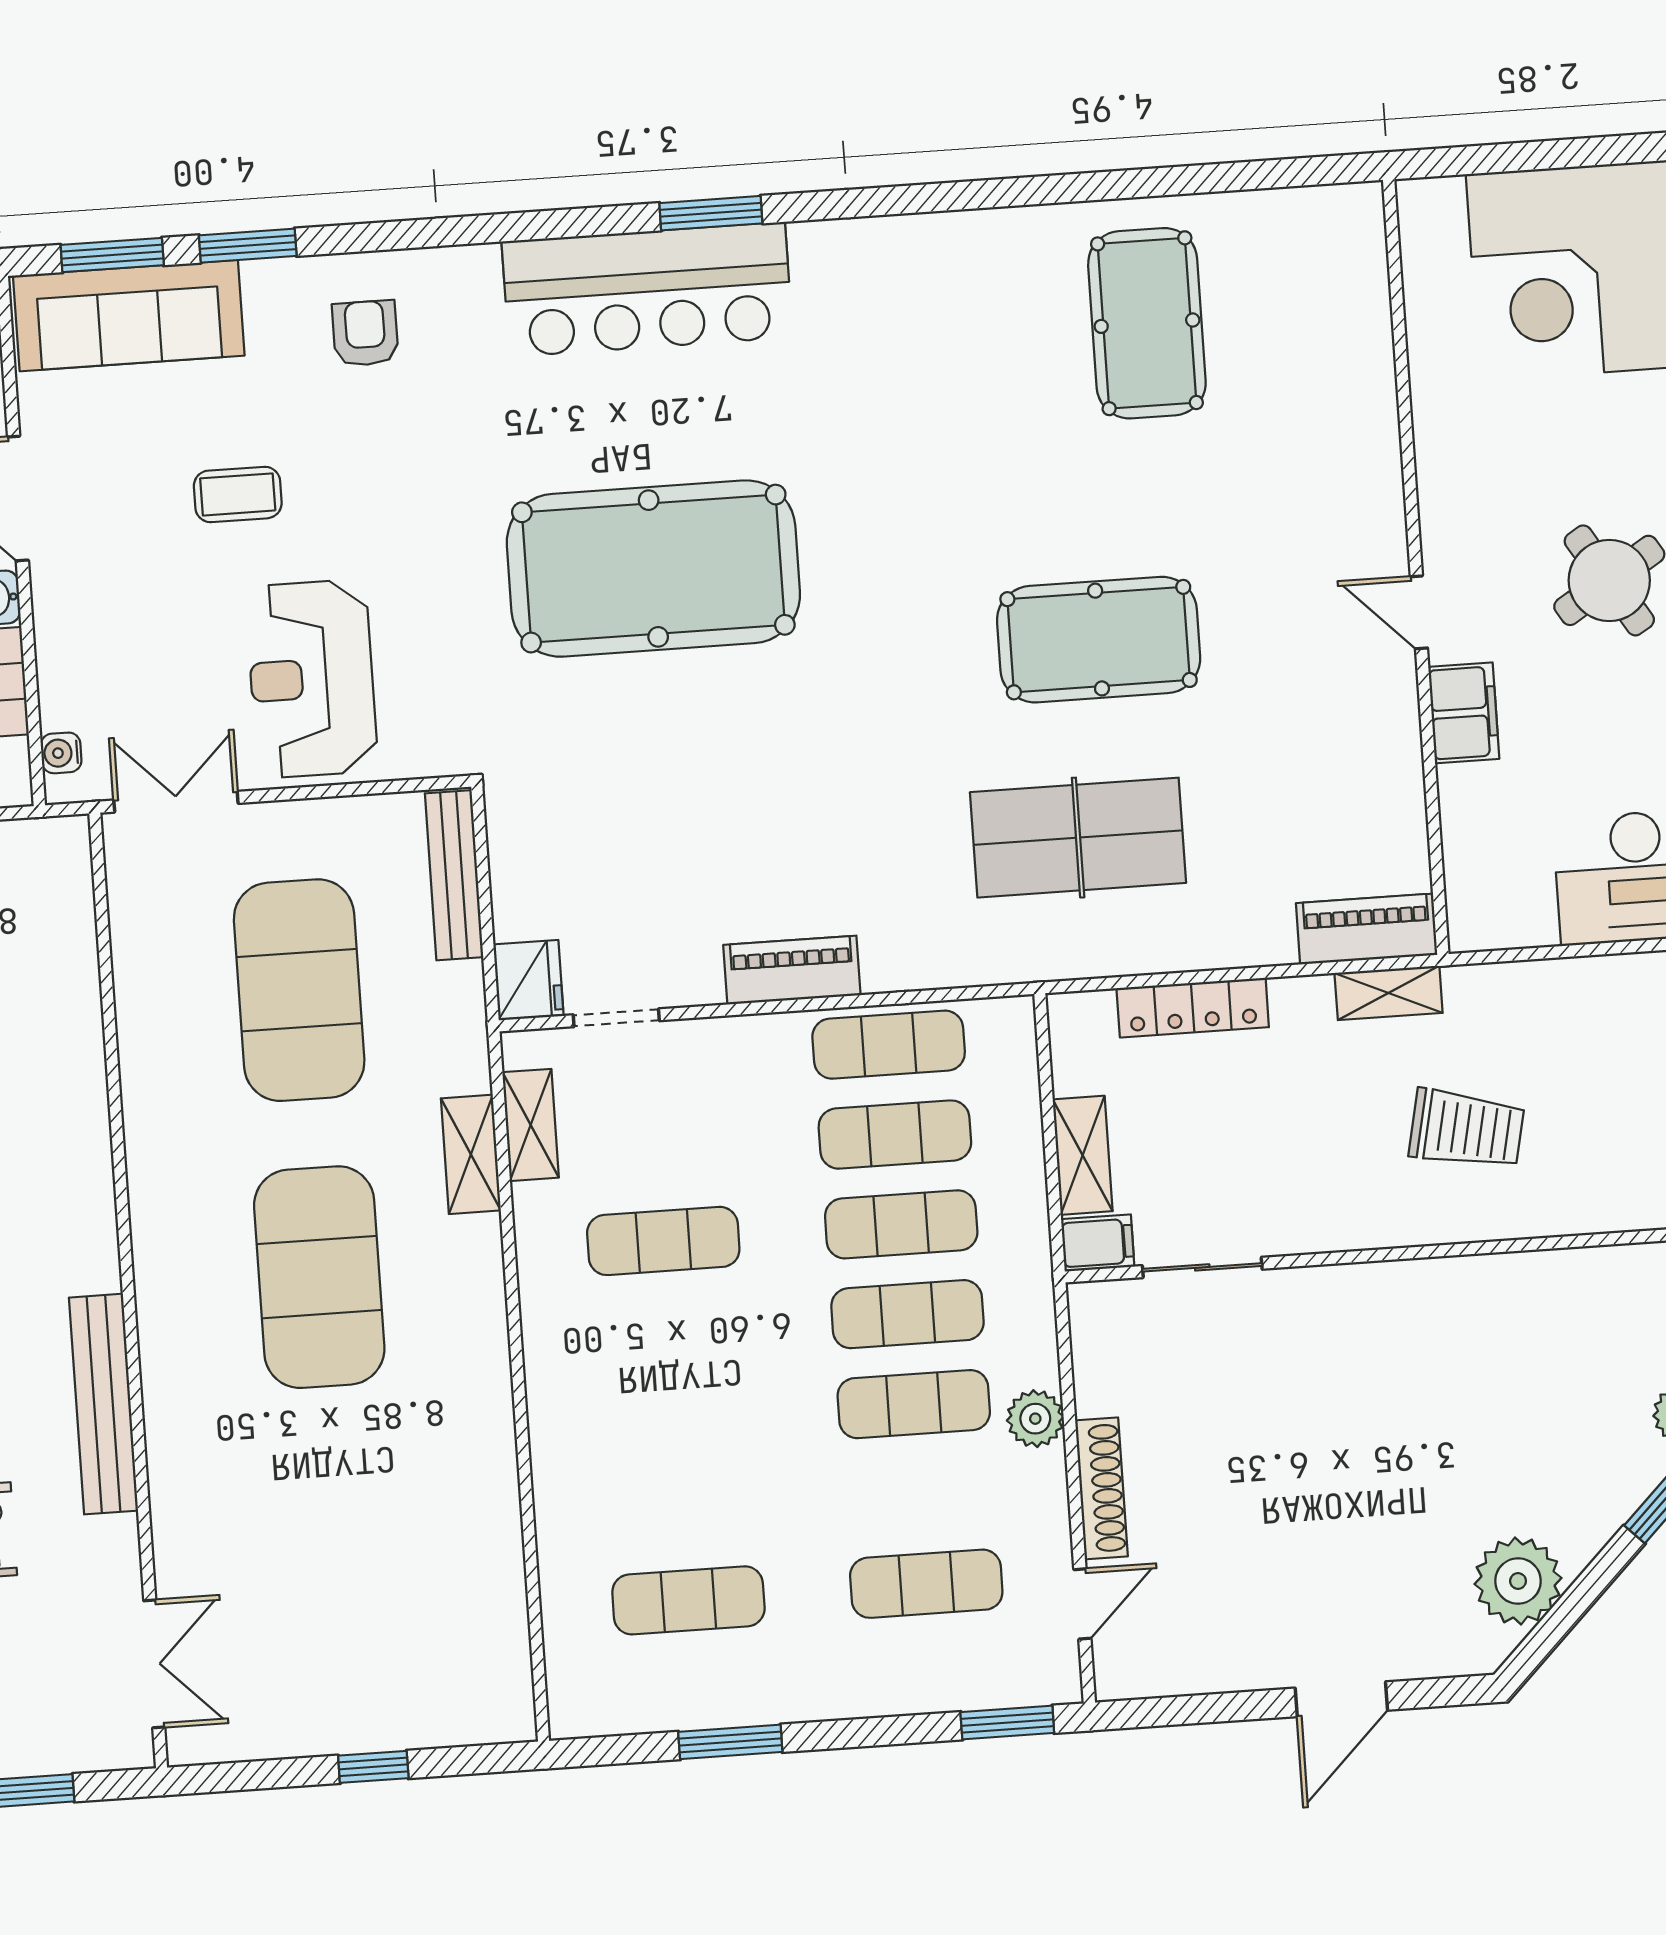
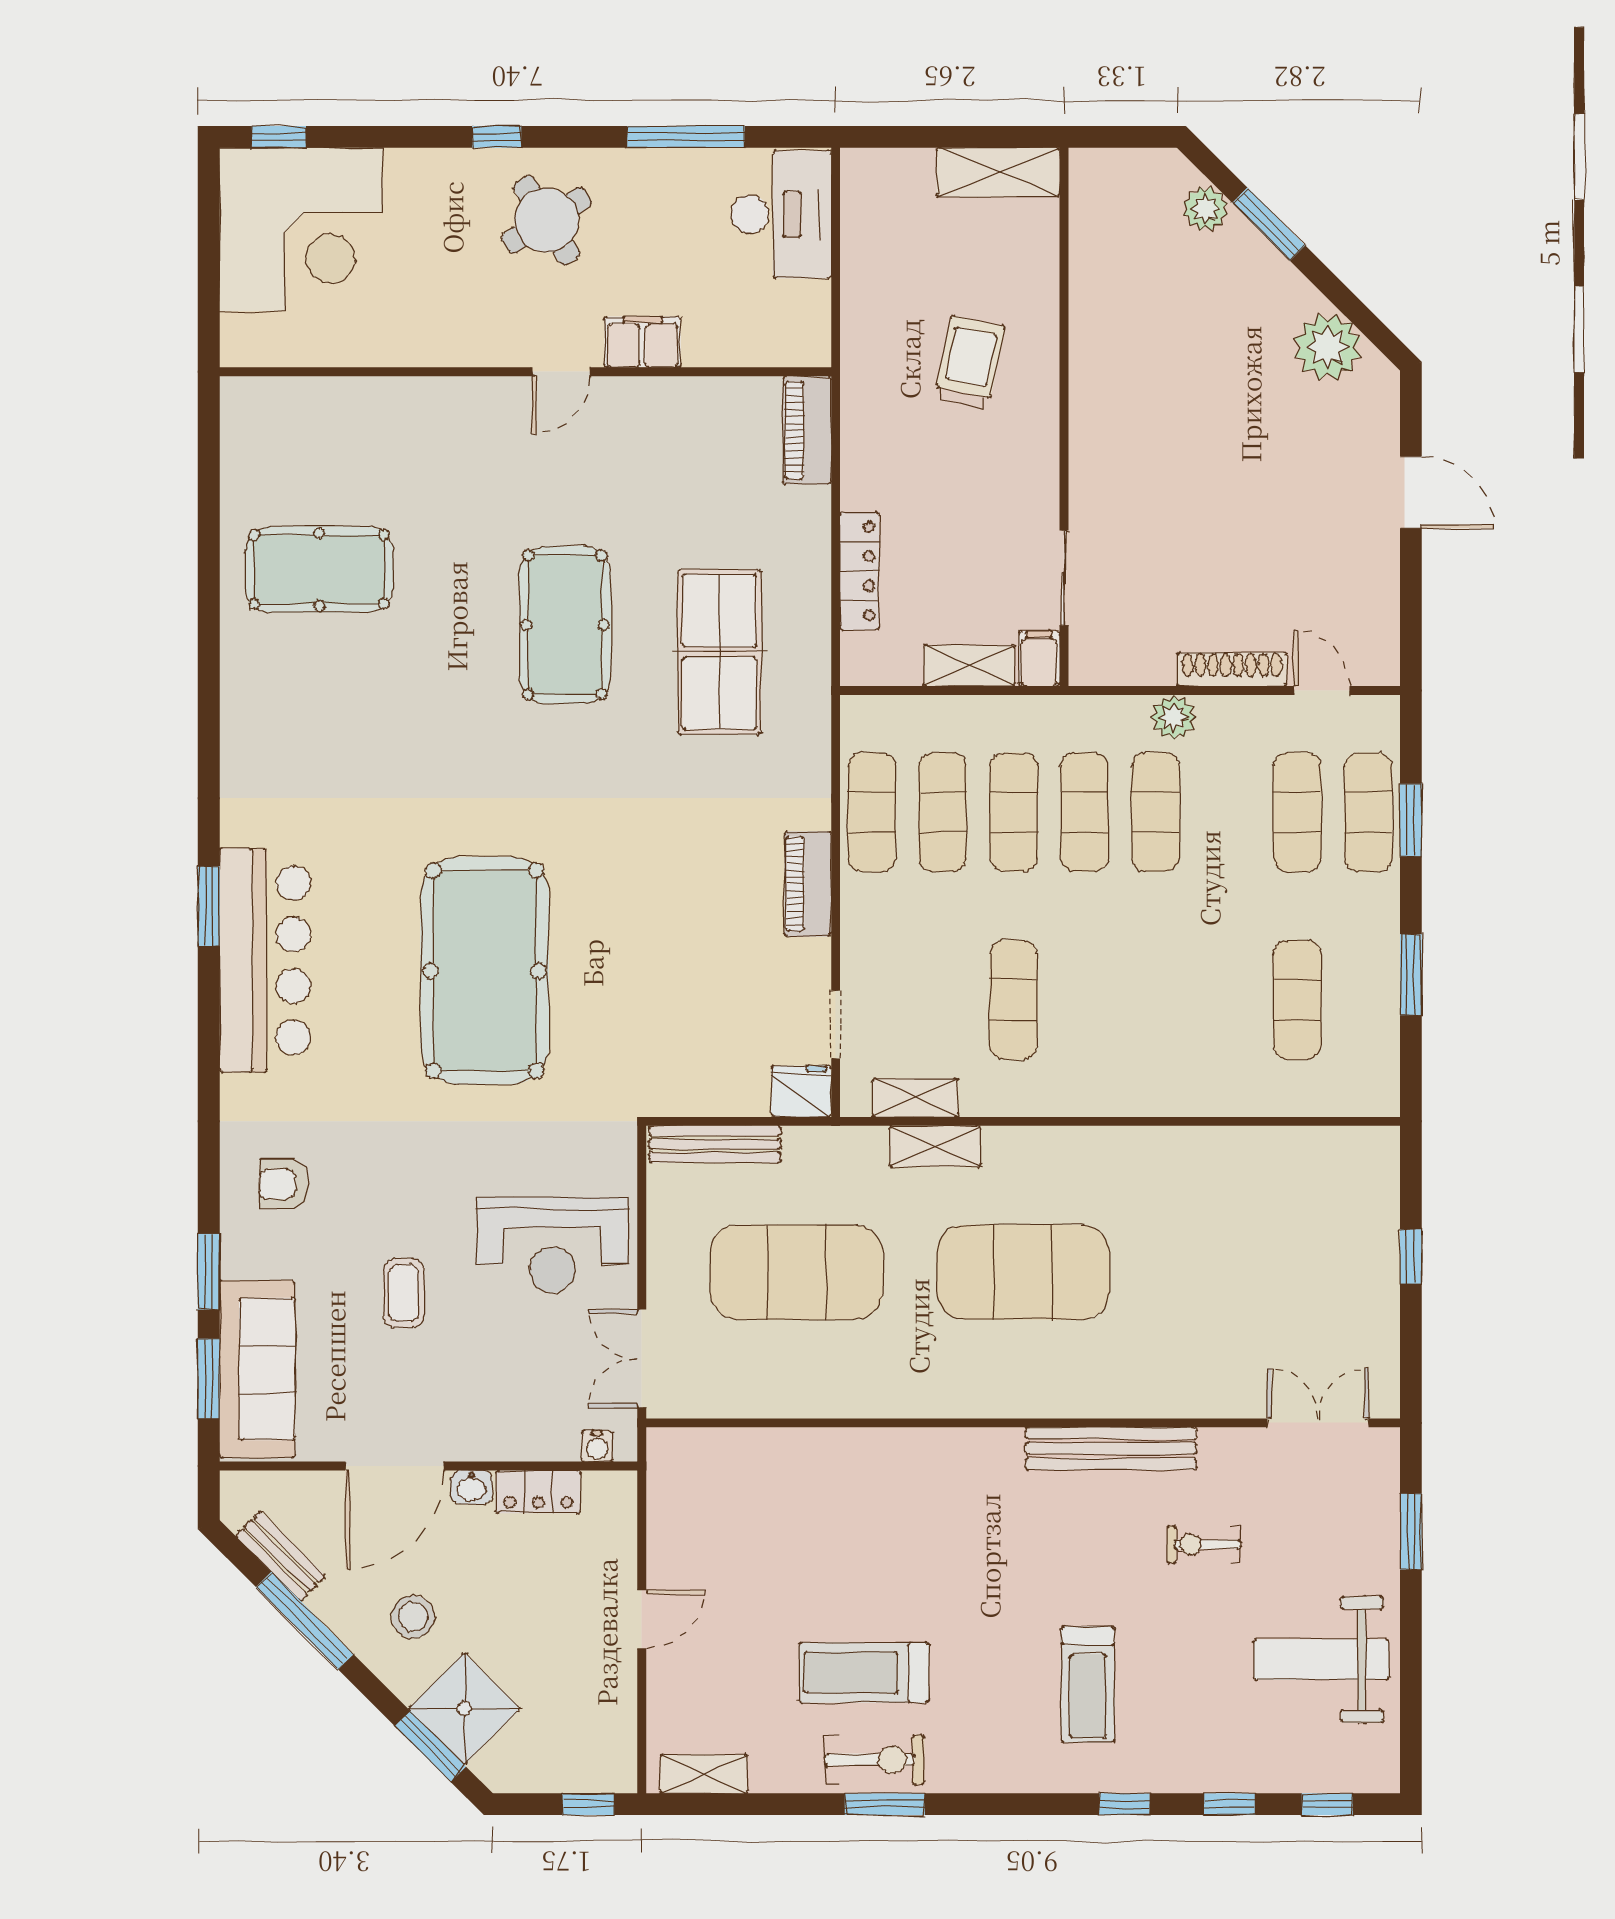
shelving: (1389, 993) -> (859, 416), removed
exercise mat: (933, 1674) -> (1368, 812), added
window: (1007, 1723) -> (1411, 820), moved

